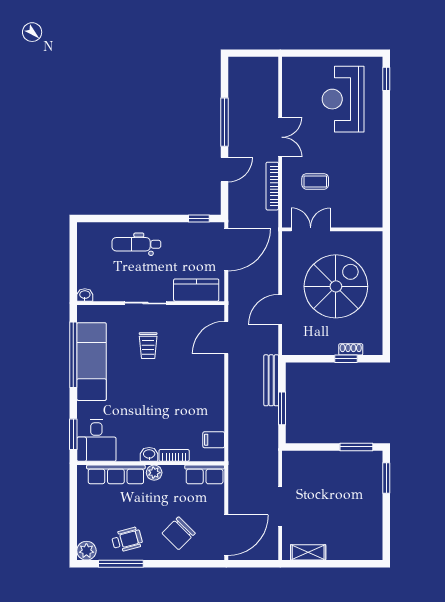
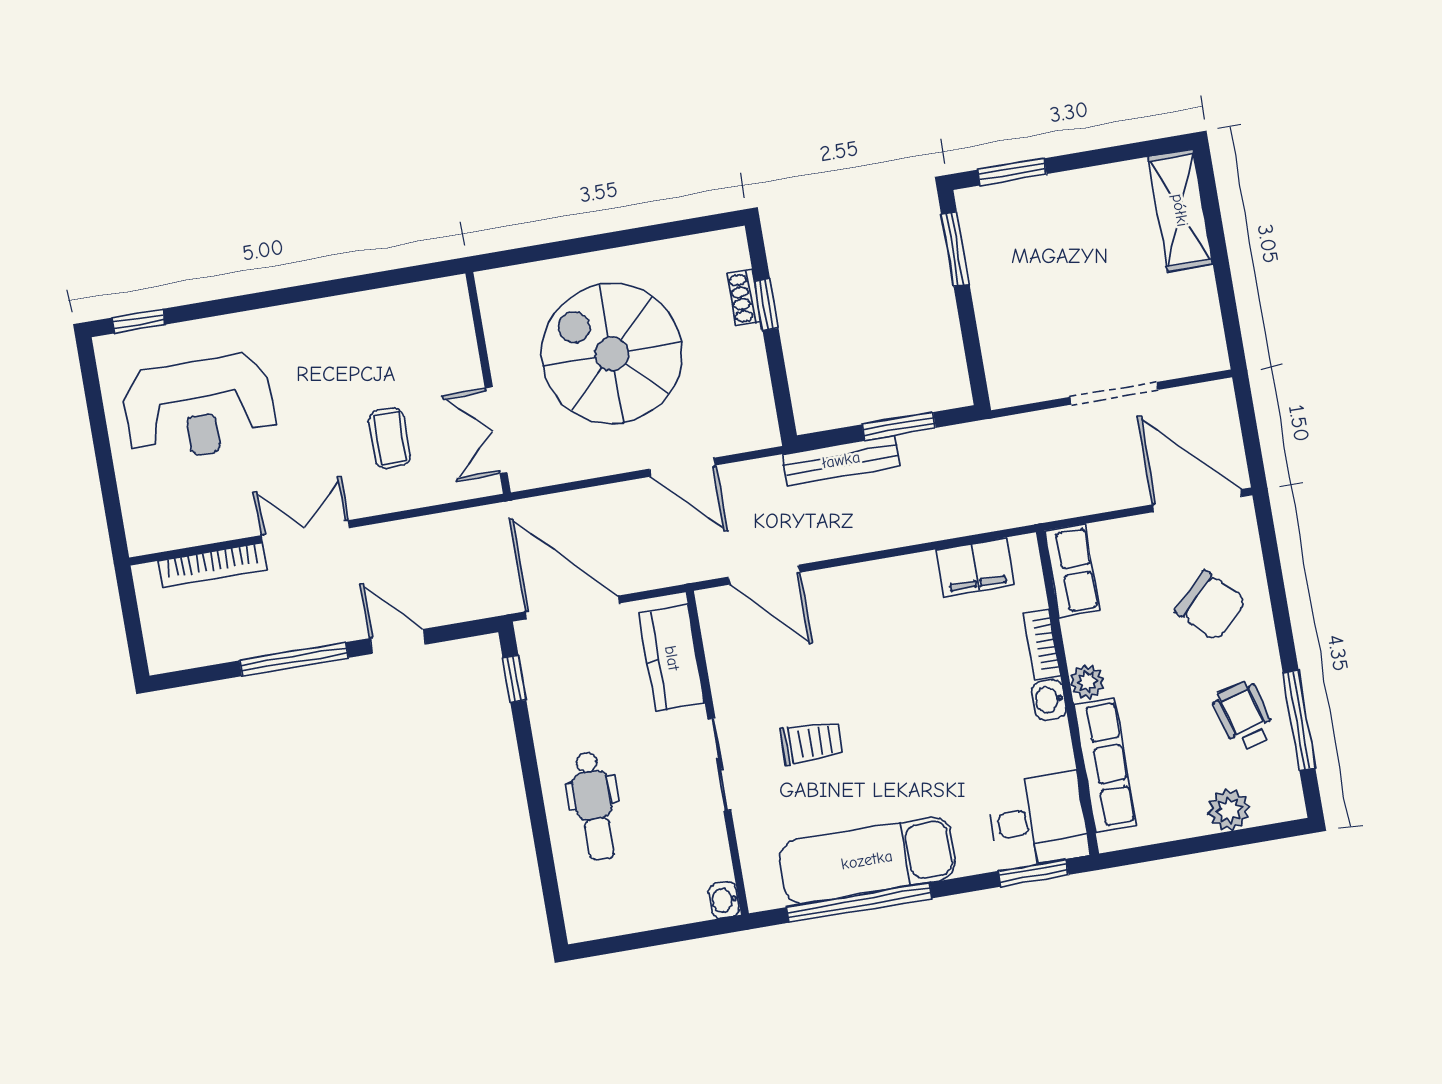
bookcase: (272, 186) -> (213, 565), moved
filing cabinet: (214, 440) -> (975, 567), width x2.00
plant: (86, 551) -> (1229, 810), moved
shelving: (308, 552) -> (1180, 210), moved, width x1.50, depth x1.33

